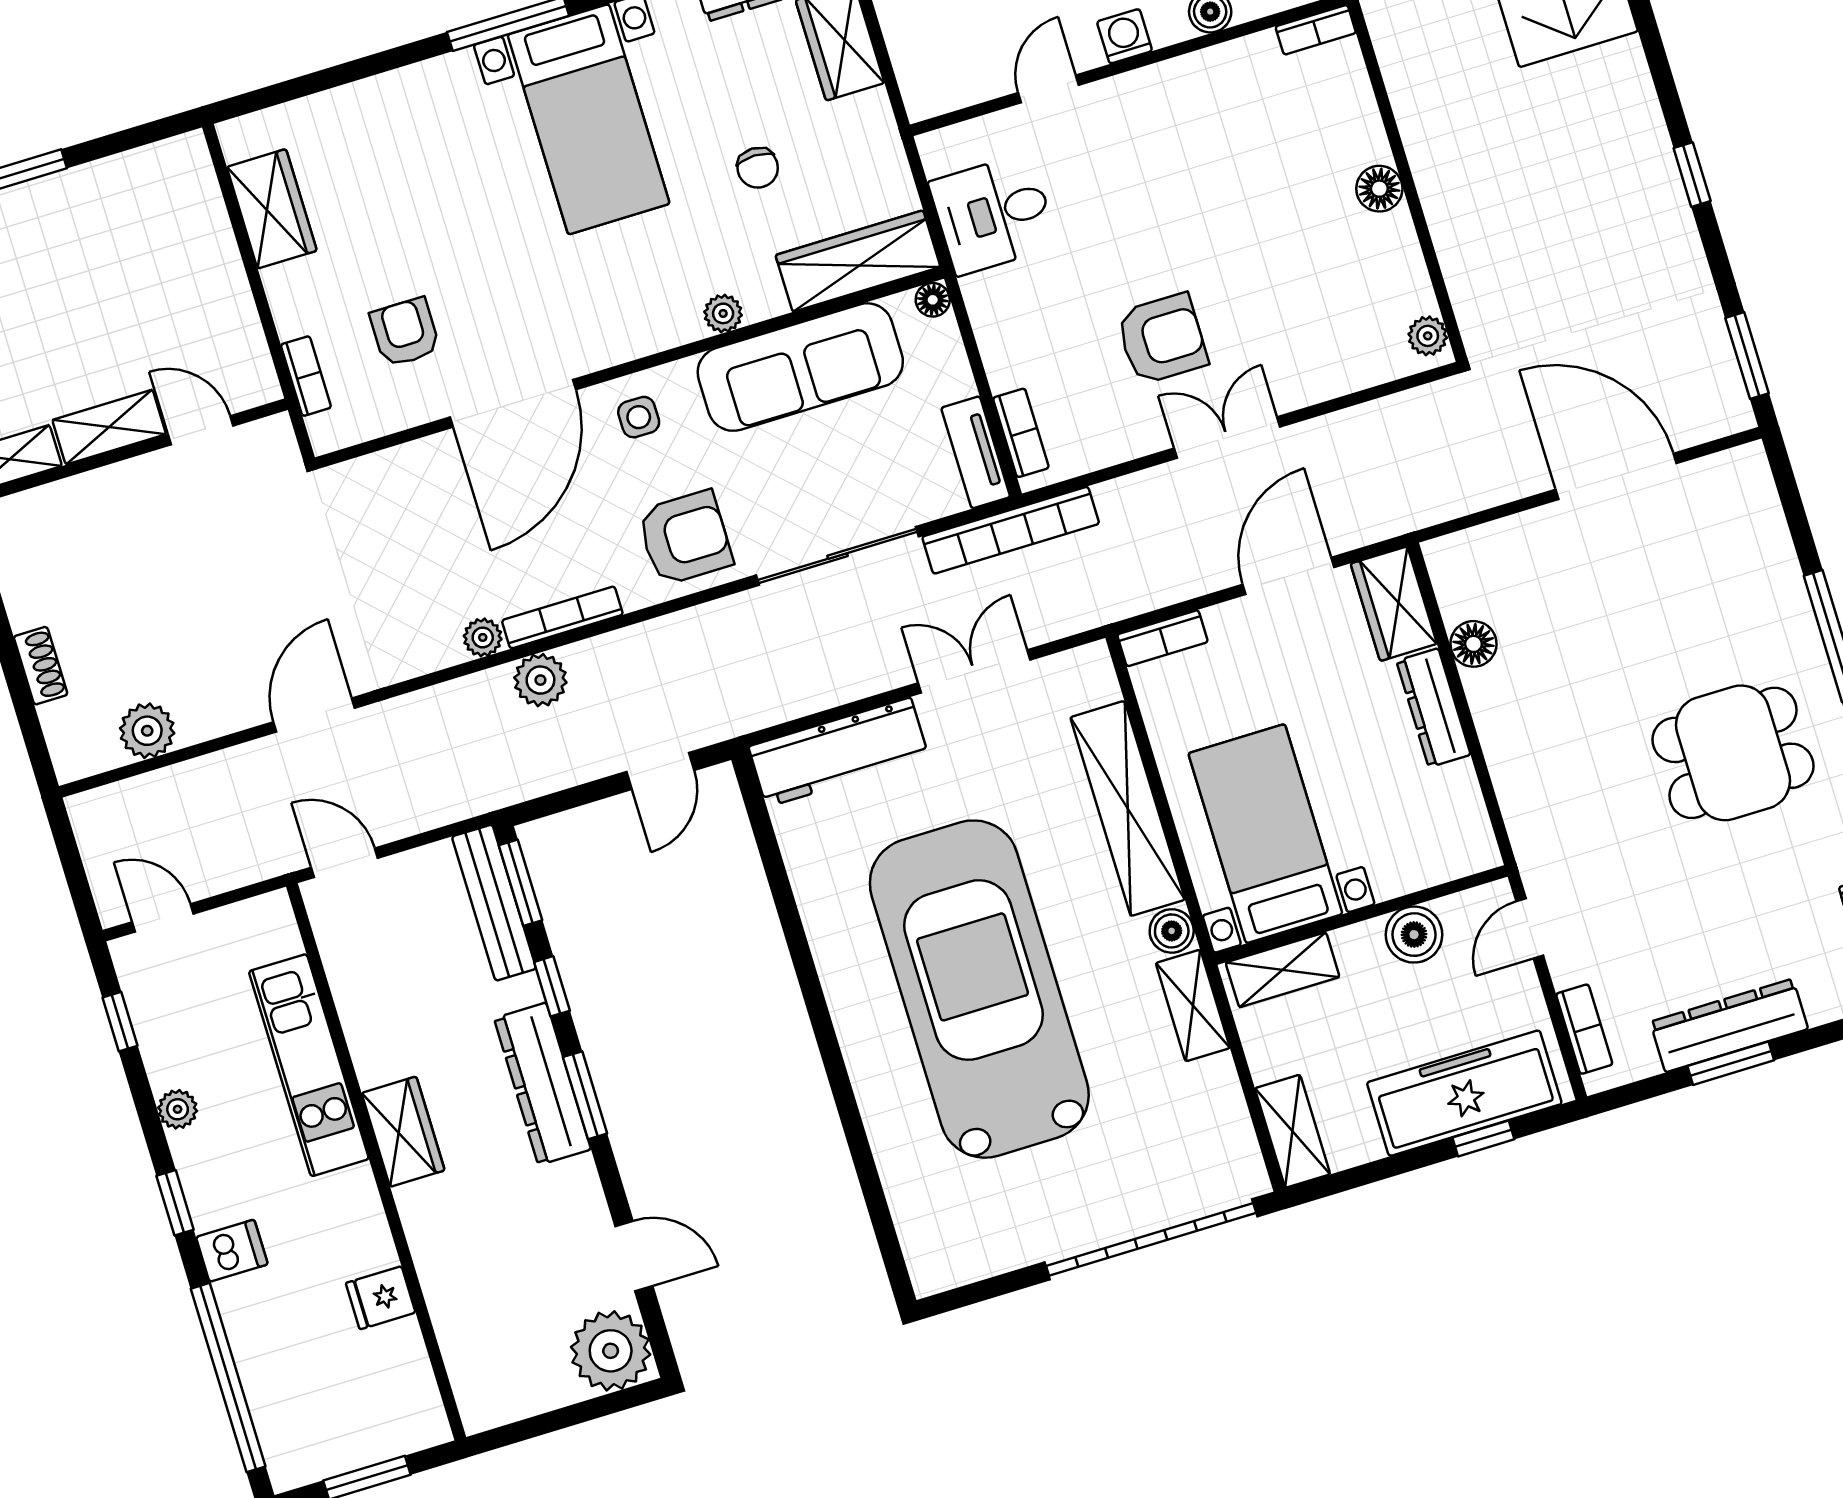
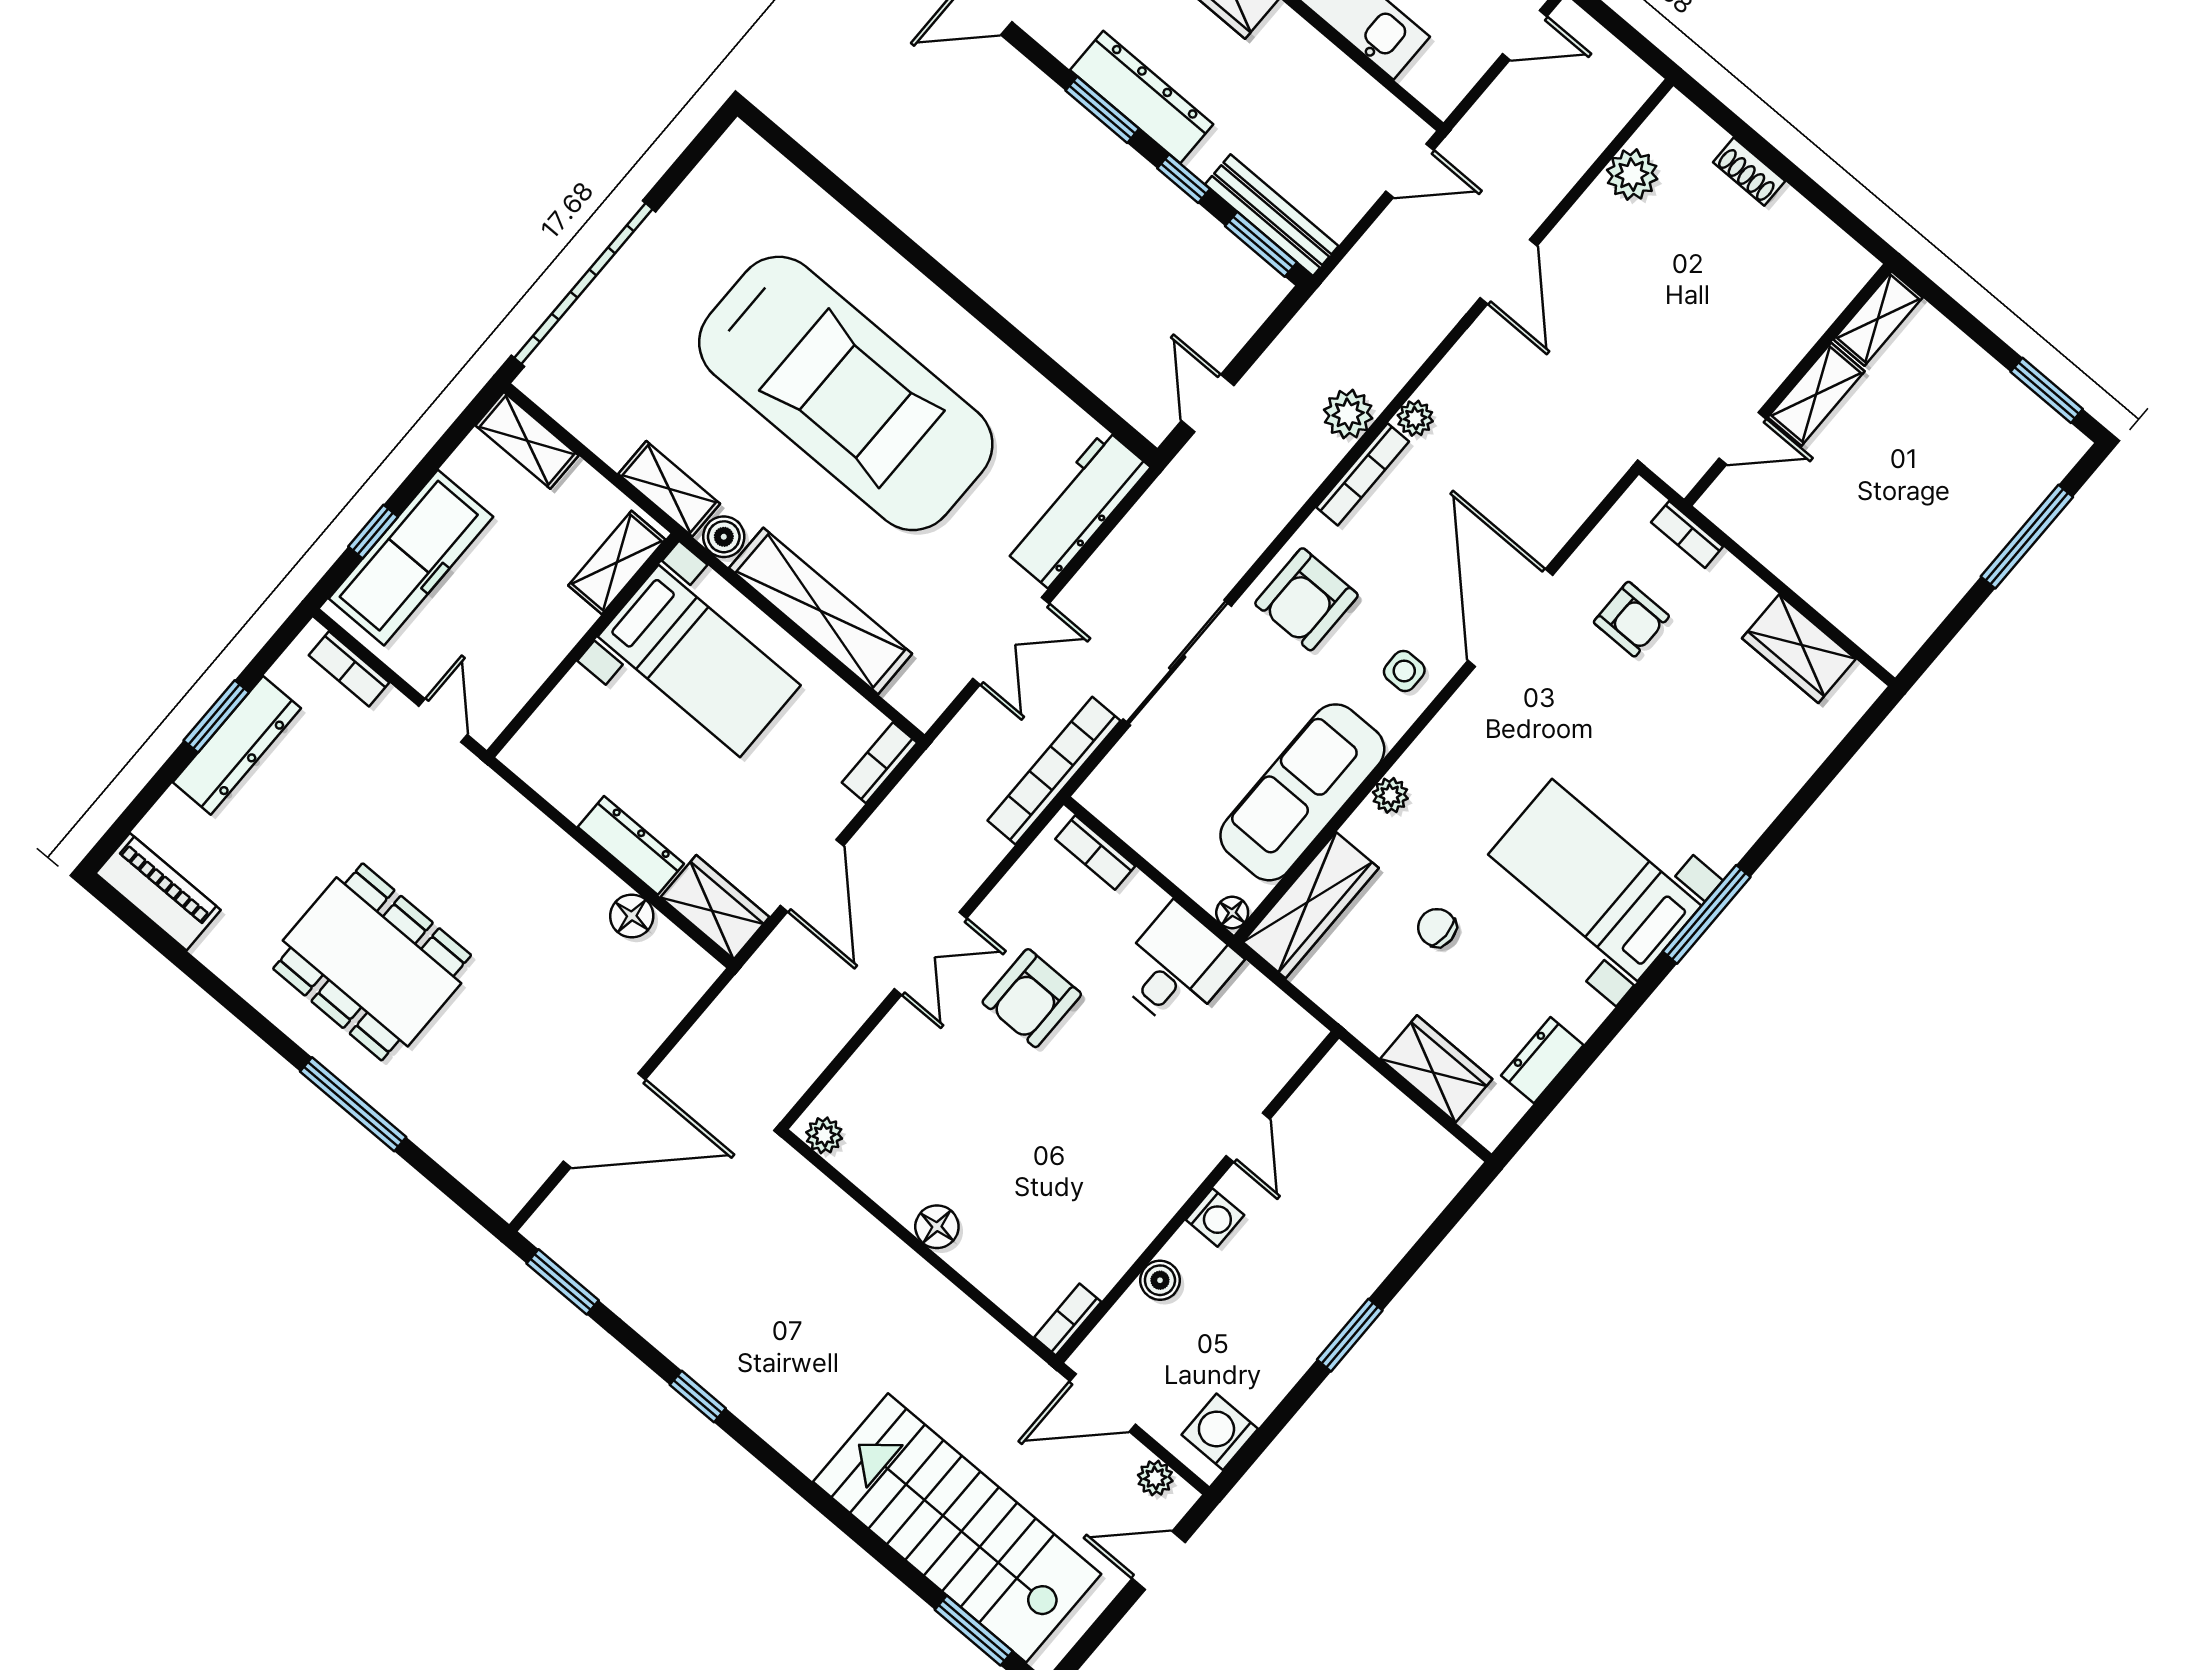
desk: (993, 214) -> (1177, 967), moved
tv unit: (976, 452) -> (1121, 814), removed
dining table: (1733, 753) -> (372, 962), width x1.38
boiler: (1414, 935) -> (531, 657), removed

